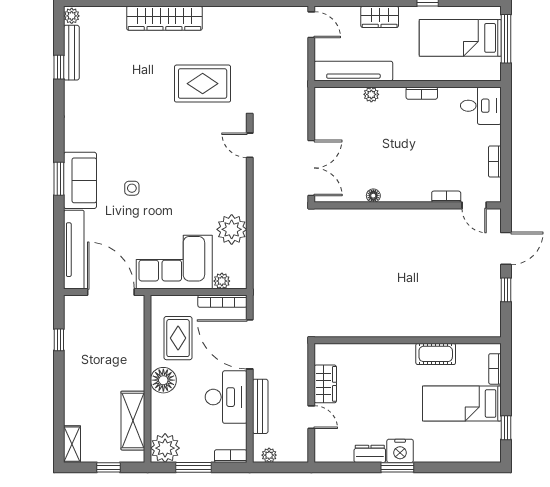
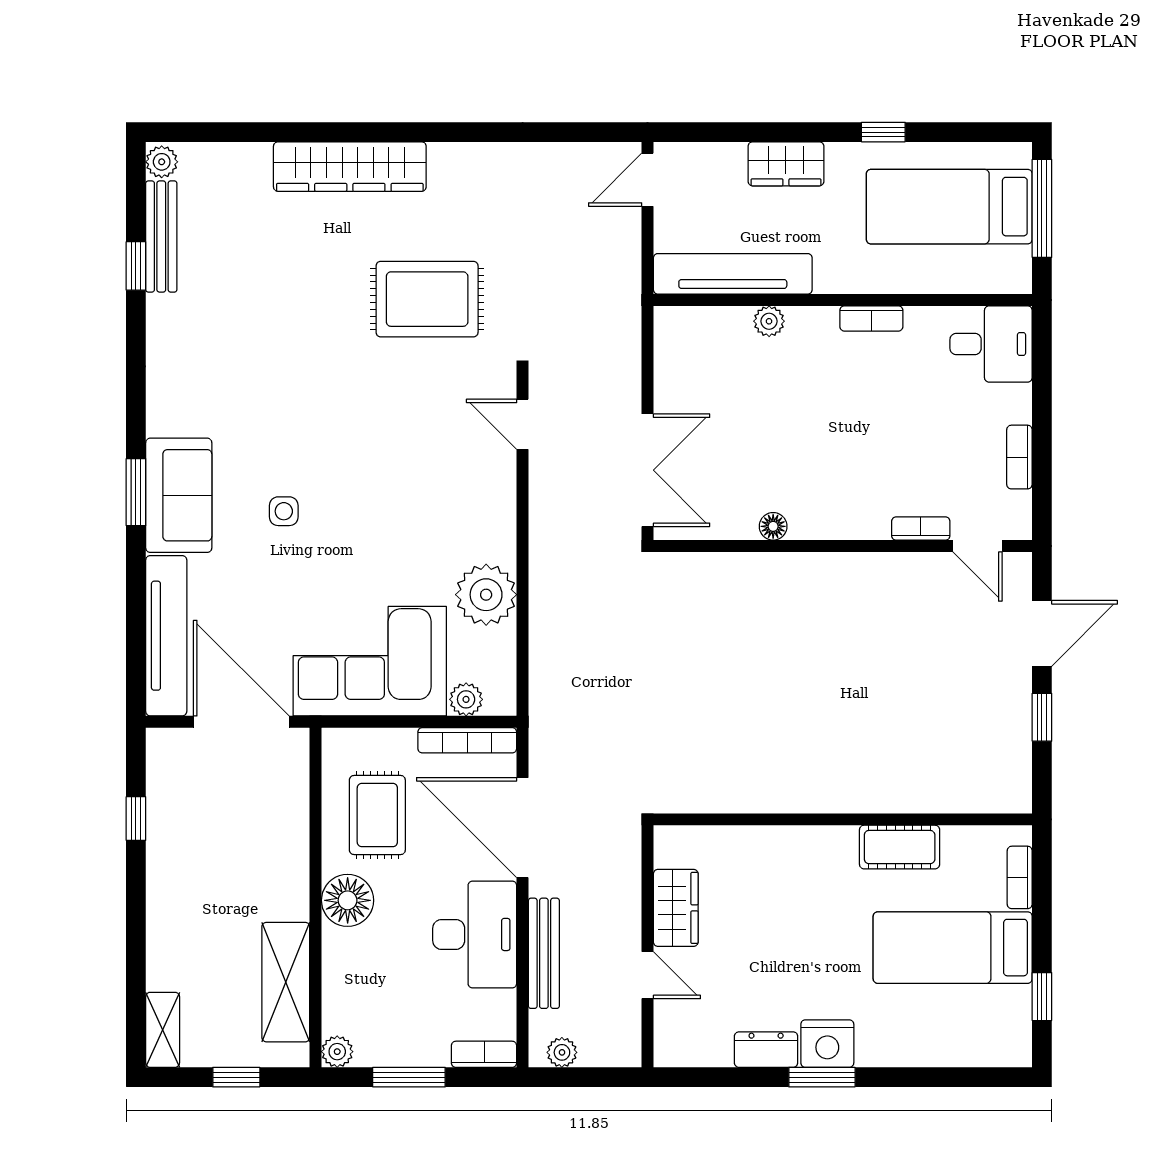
door: (311, 25) -> (648, 180), swing flipped
plant: (165, 448) -> (337, 1052), width x0.53, depth x0.53

